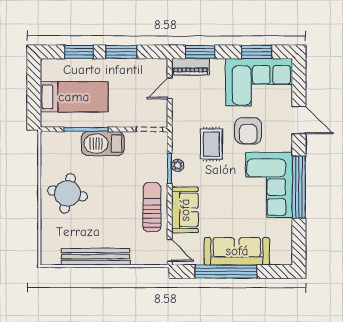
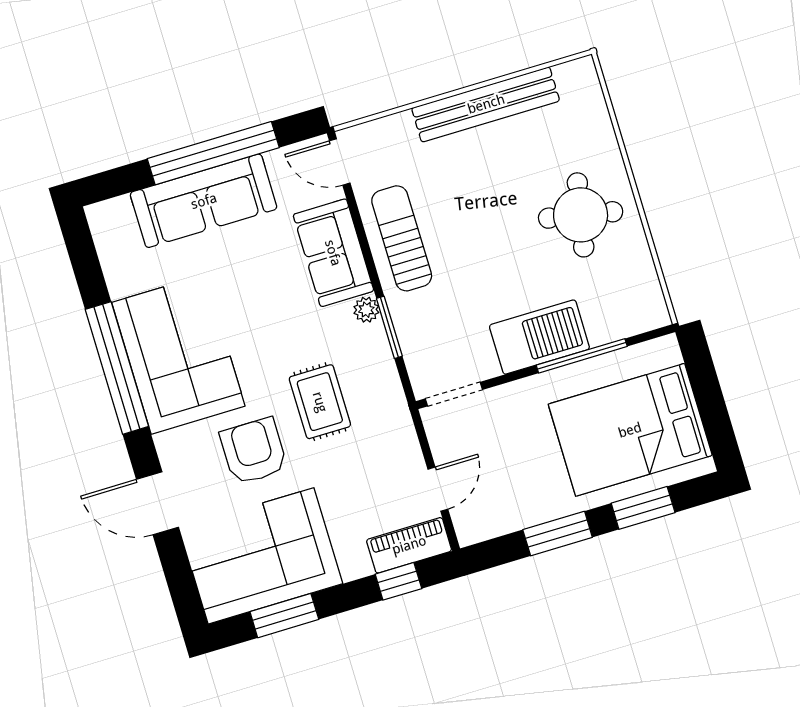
window: (200, 52) -> (398, 581), width x0.67
bed: (74, 97) -> (630, 430), width x1.50
plant: (178, 165) -> (366, 310), moved
sun lounger: (152, 207) -> (402, 238), turned 180

